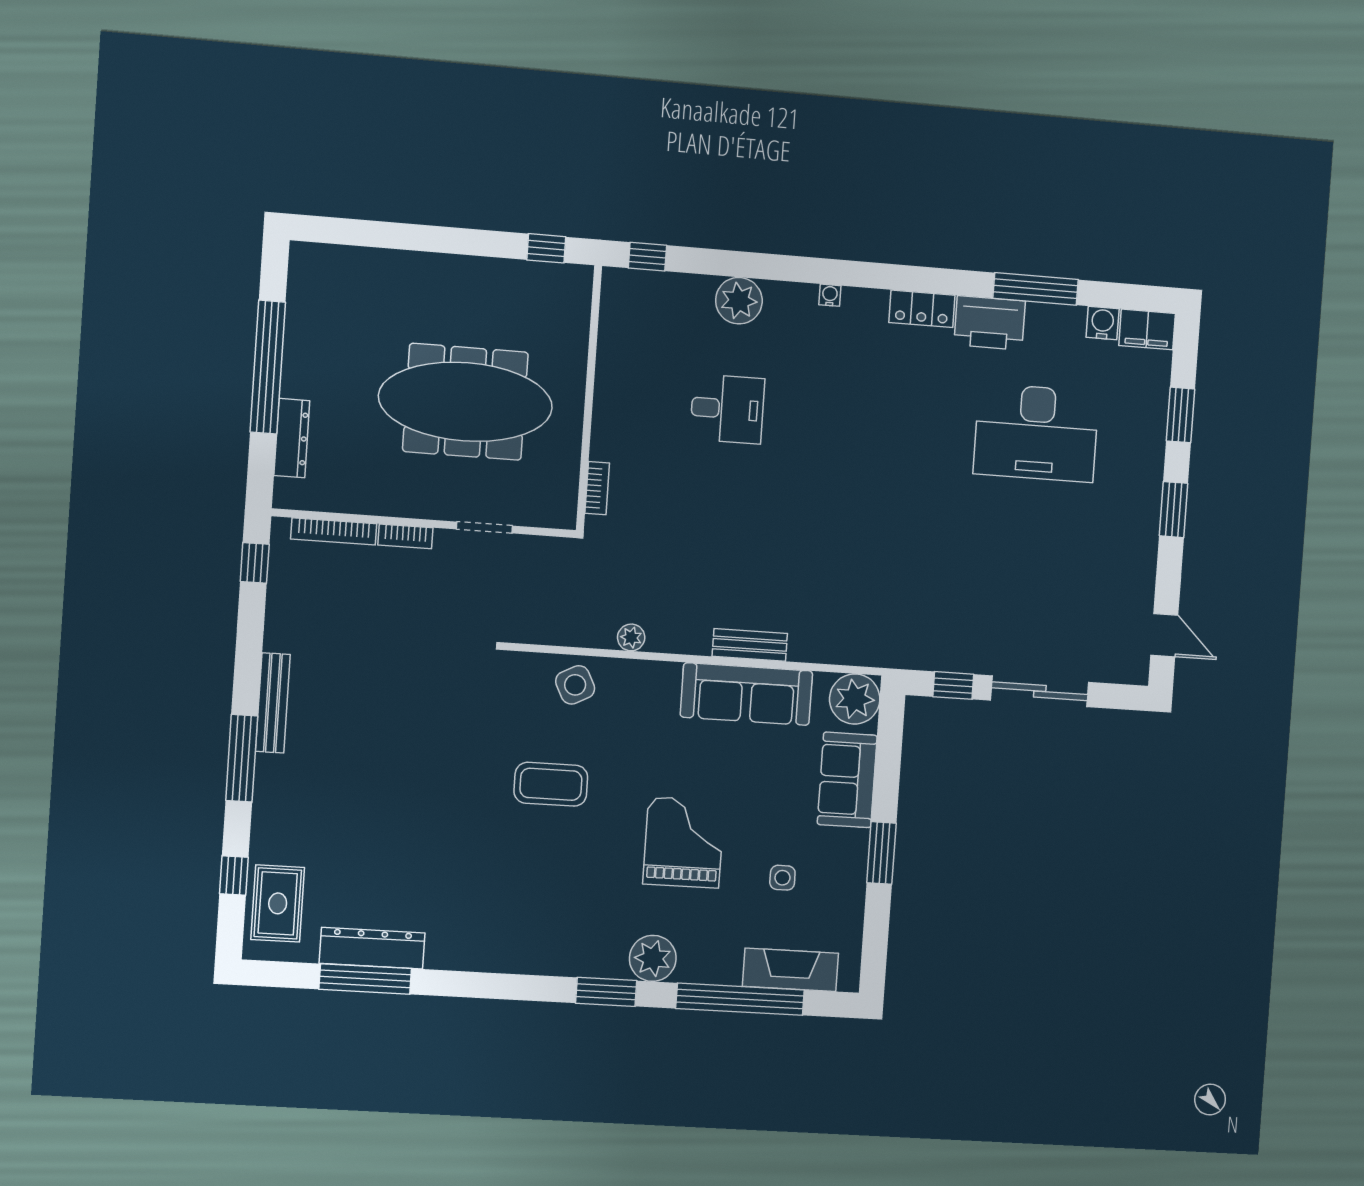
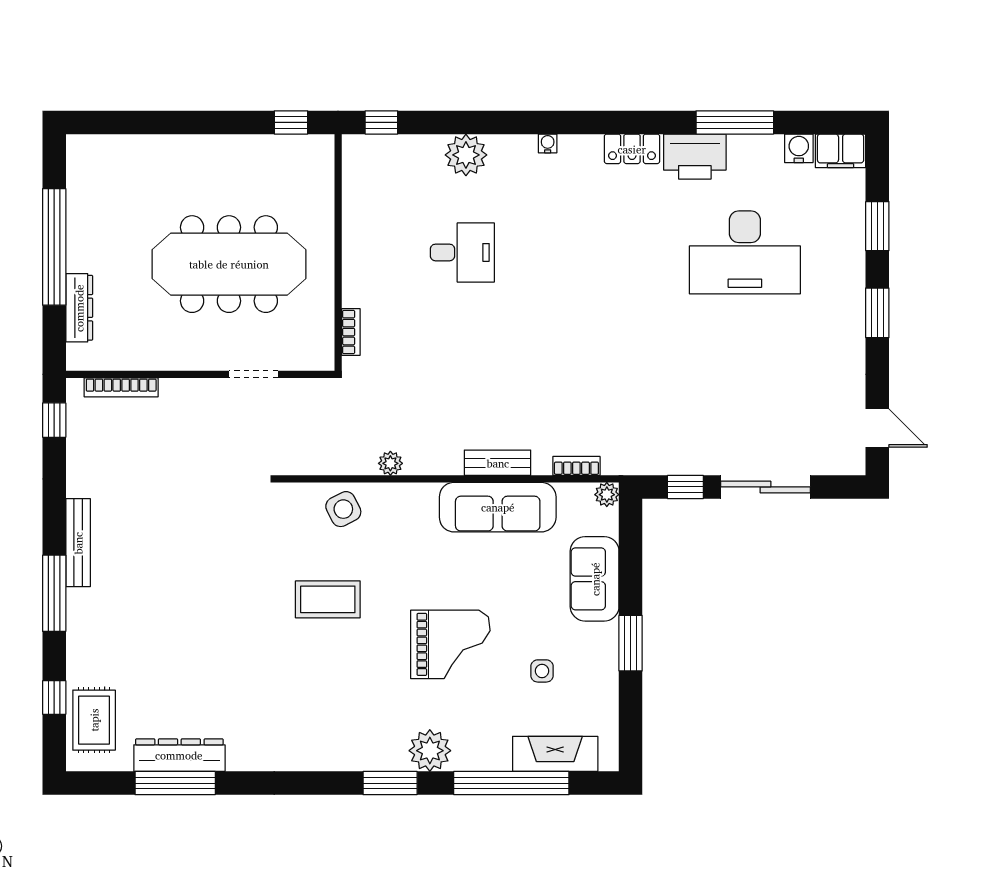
bookcase: (405, 536) -> (576, 466), moved, turned 180
plant: (855, 699) -> (607, 495), width x0.53, depth x0.53
grand piano: (684, 842) -> (450, 644), turned 90

